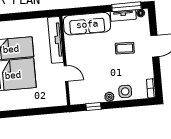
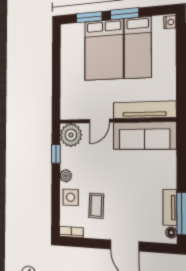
sofa: (87, 24) -> (144, 136), moved, turned -90
coffee table: (125, 48) -> (96, 206), moved
plant: (78, 95) -> (71, 135), added

